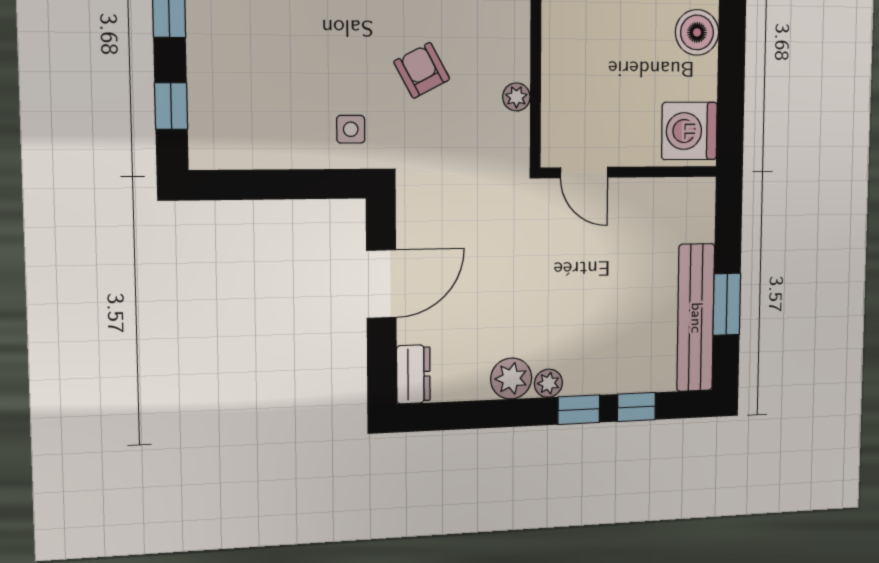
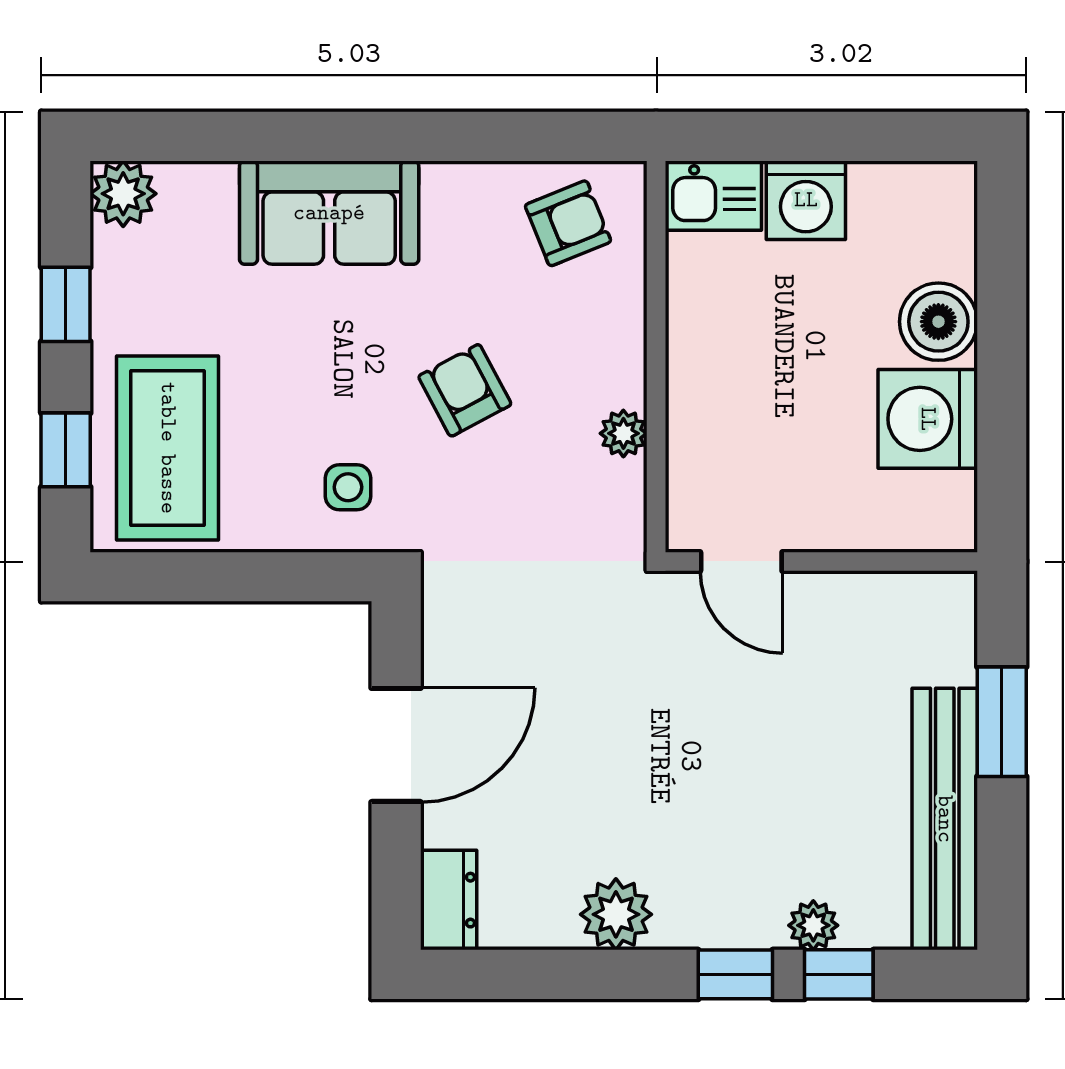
coffee table: (237, 105) -> (168, 448), added
washing machine: (689, 131) -> (928, 419), moved
window: (727, 304) -> (1002, 722), moved
plant: (548, 383) -> (813, 925), moved

